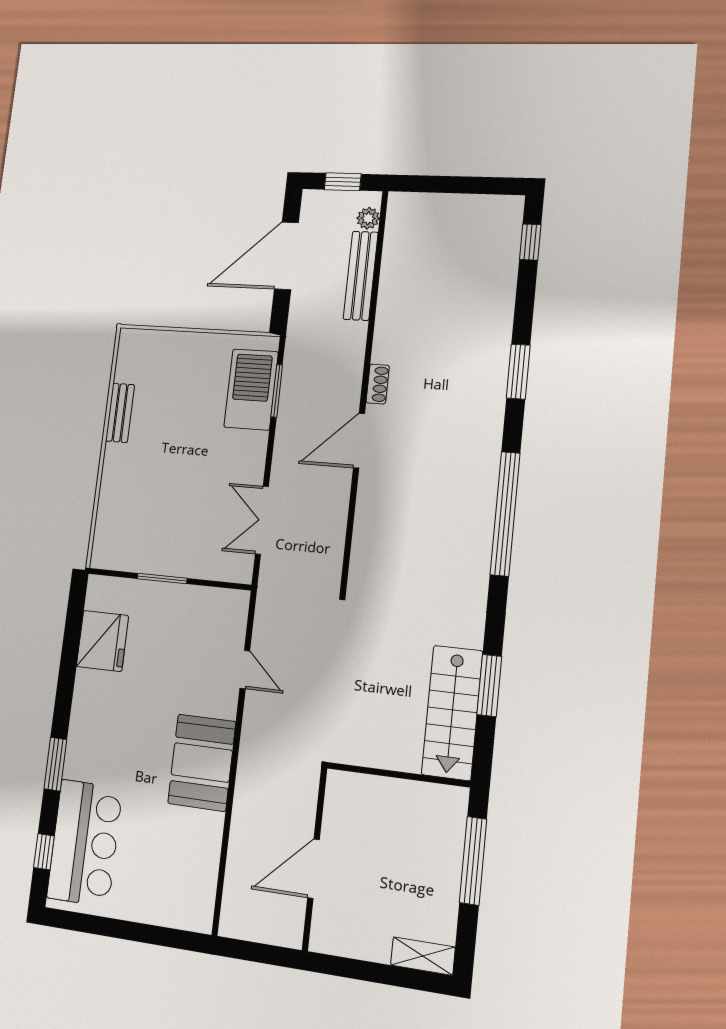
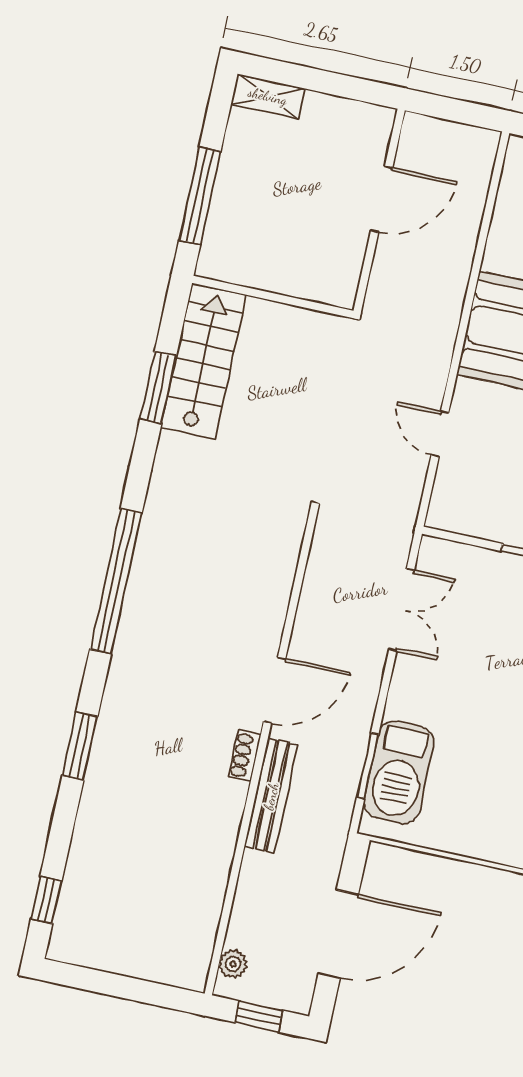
bench: (361, 276) -> (271, 796), moved

